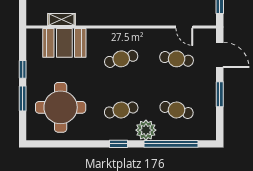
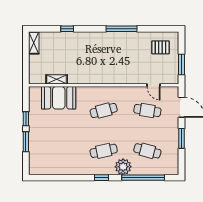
round table: (61, 107) -> (56, 149), removed

